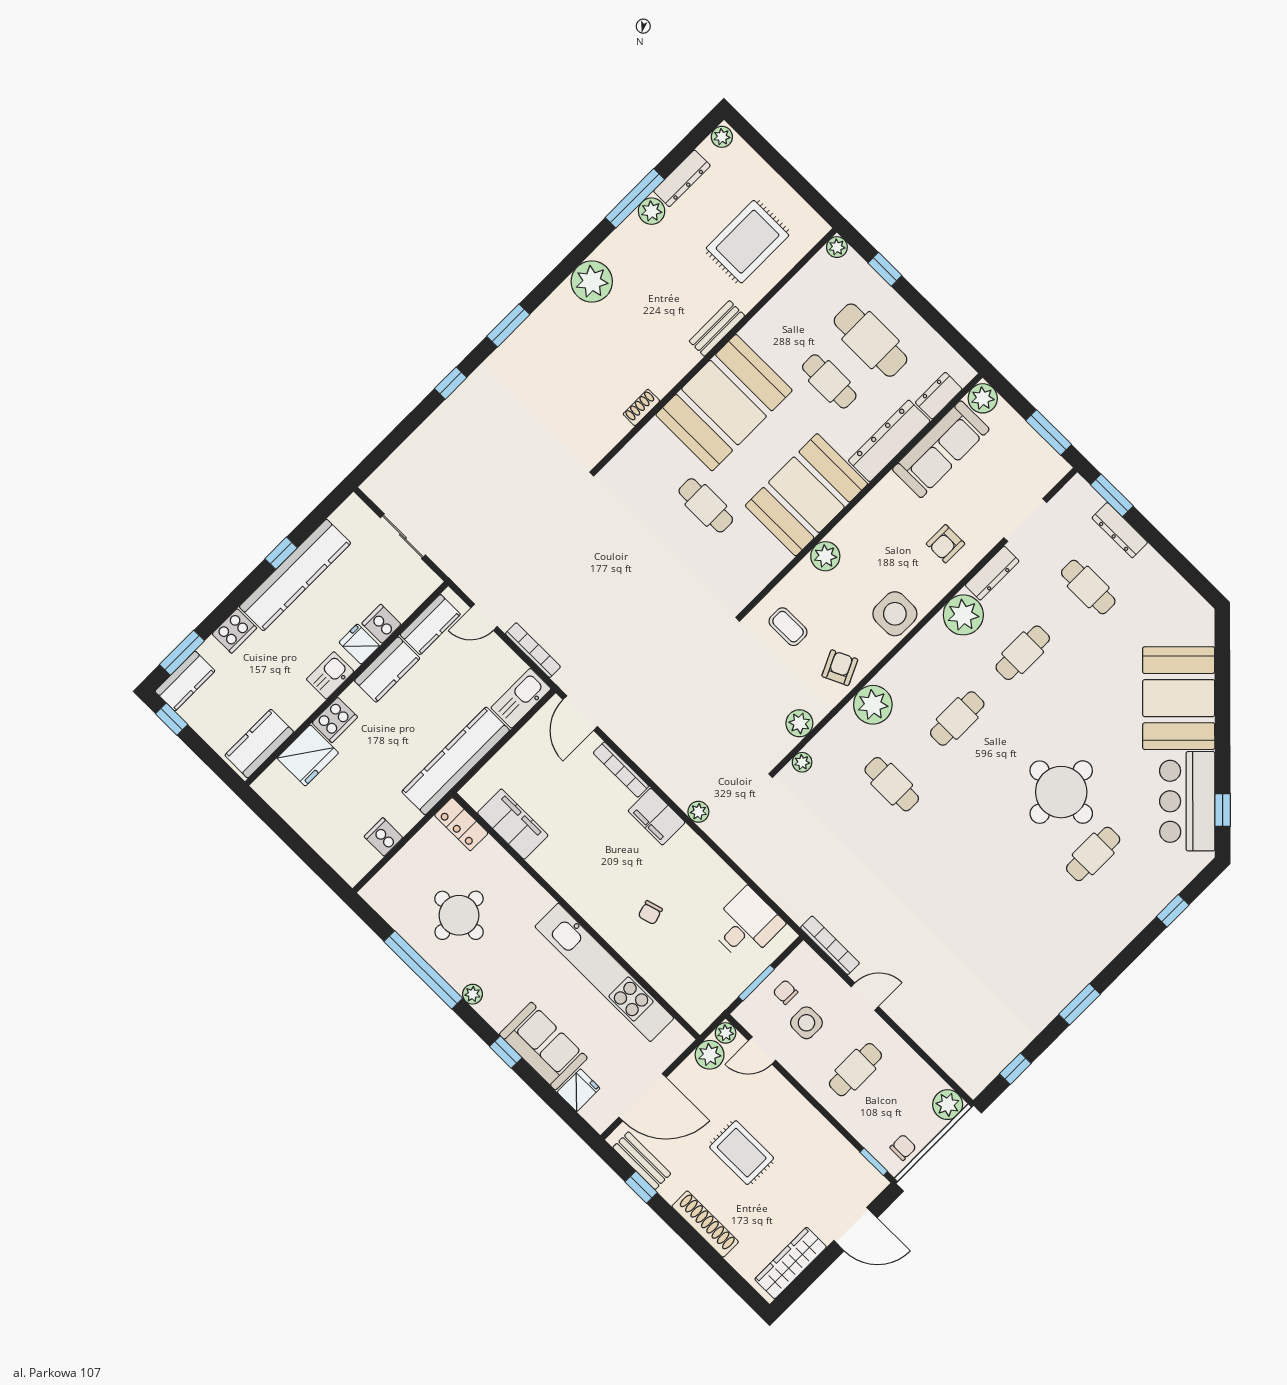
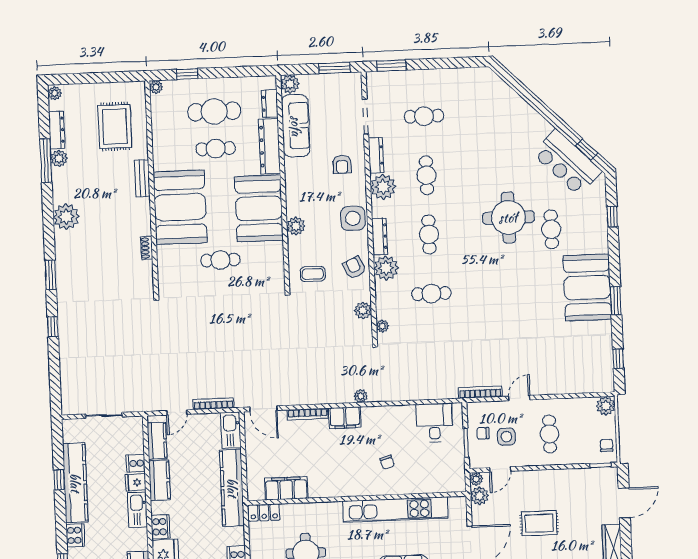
dresser: (1120, 530) -> (380, 236), moved, turned -90
kitchen sink: (330, 675) -> (138, 510), width x1.38
booth: (1179, 698) -> (587, 288), moved, turned 45

